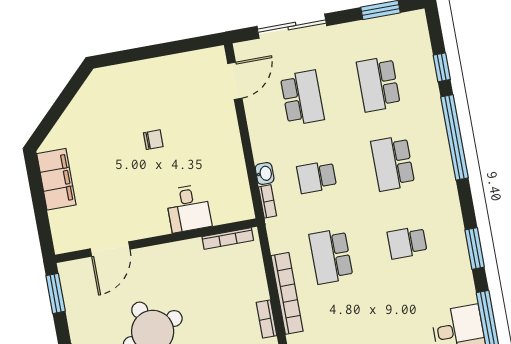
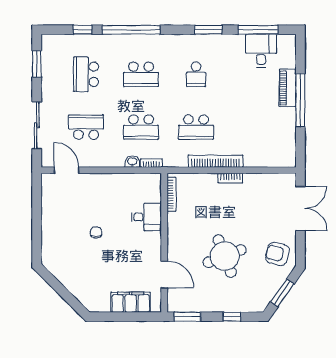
school desk: (378, 84) -> (86, 74), turned 90
school desk: (317, 177) -> (141, 127), width x1.85
filing cabinet: (56, 179) -> (131, 302), moved

